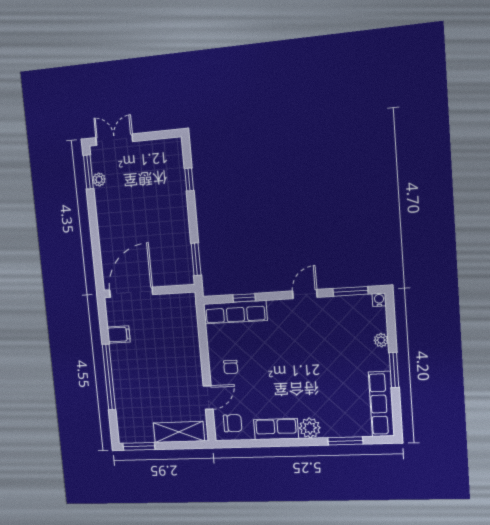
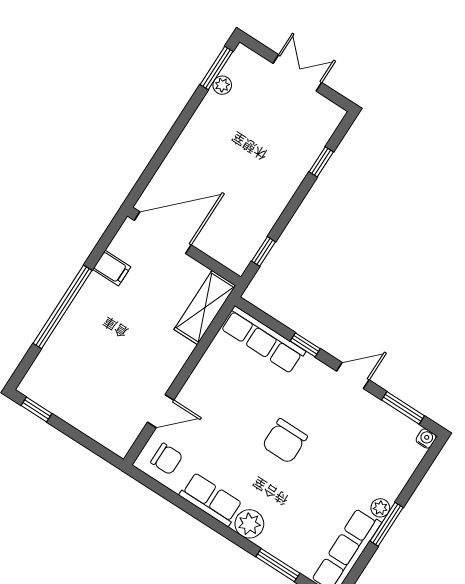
double door: (114, 140) -> (297, 73), moved
window: (196, 259) -> (264, 251), width x0.67
window: (244, 298) -> (305, 345), moved
plant: (381, 340) -> (380, 508), moved
chair: (231, 367) -> (285, 441), moved, width x1.87, depth x1.87
shelving: (179, 432) -> (205, 308), moved, turned 90
window: (139, 446) -> (37, 410), width x0.67

